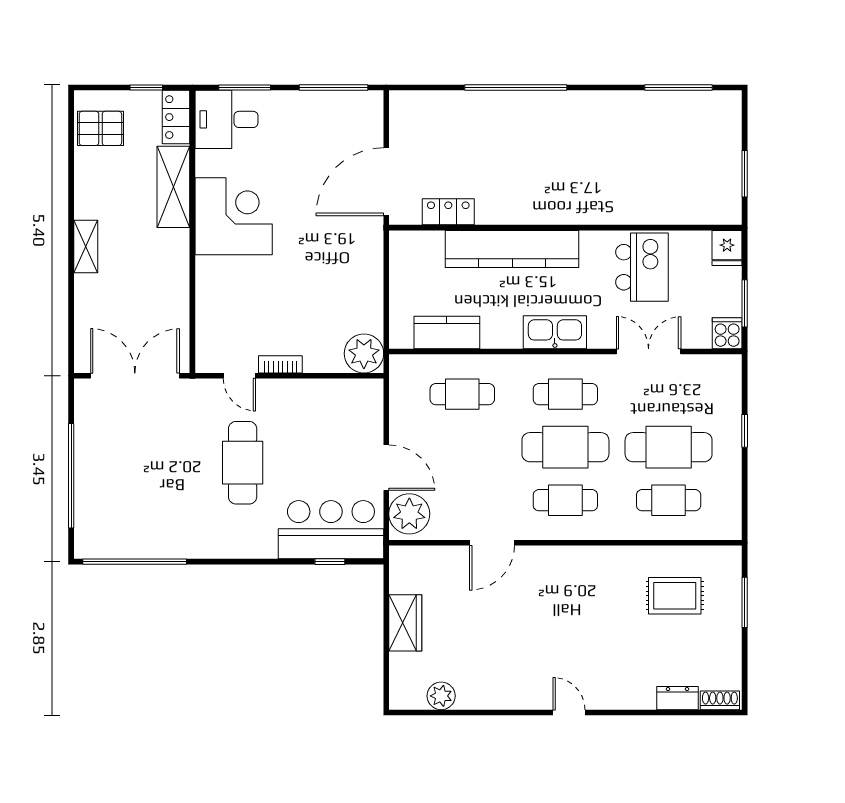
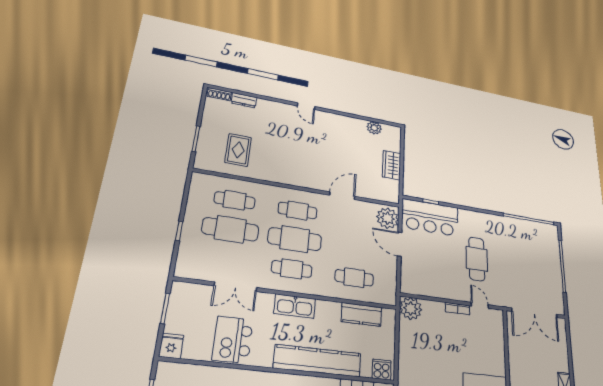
cooker: (727, 333) -> (382, 369), moved, turned 180
rug: (675, 596) -> (238, 150), turned 90

